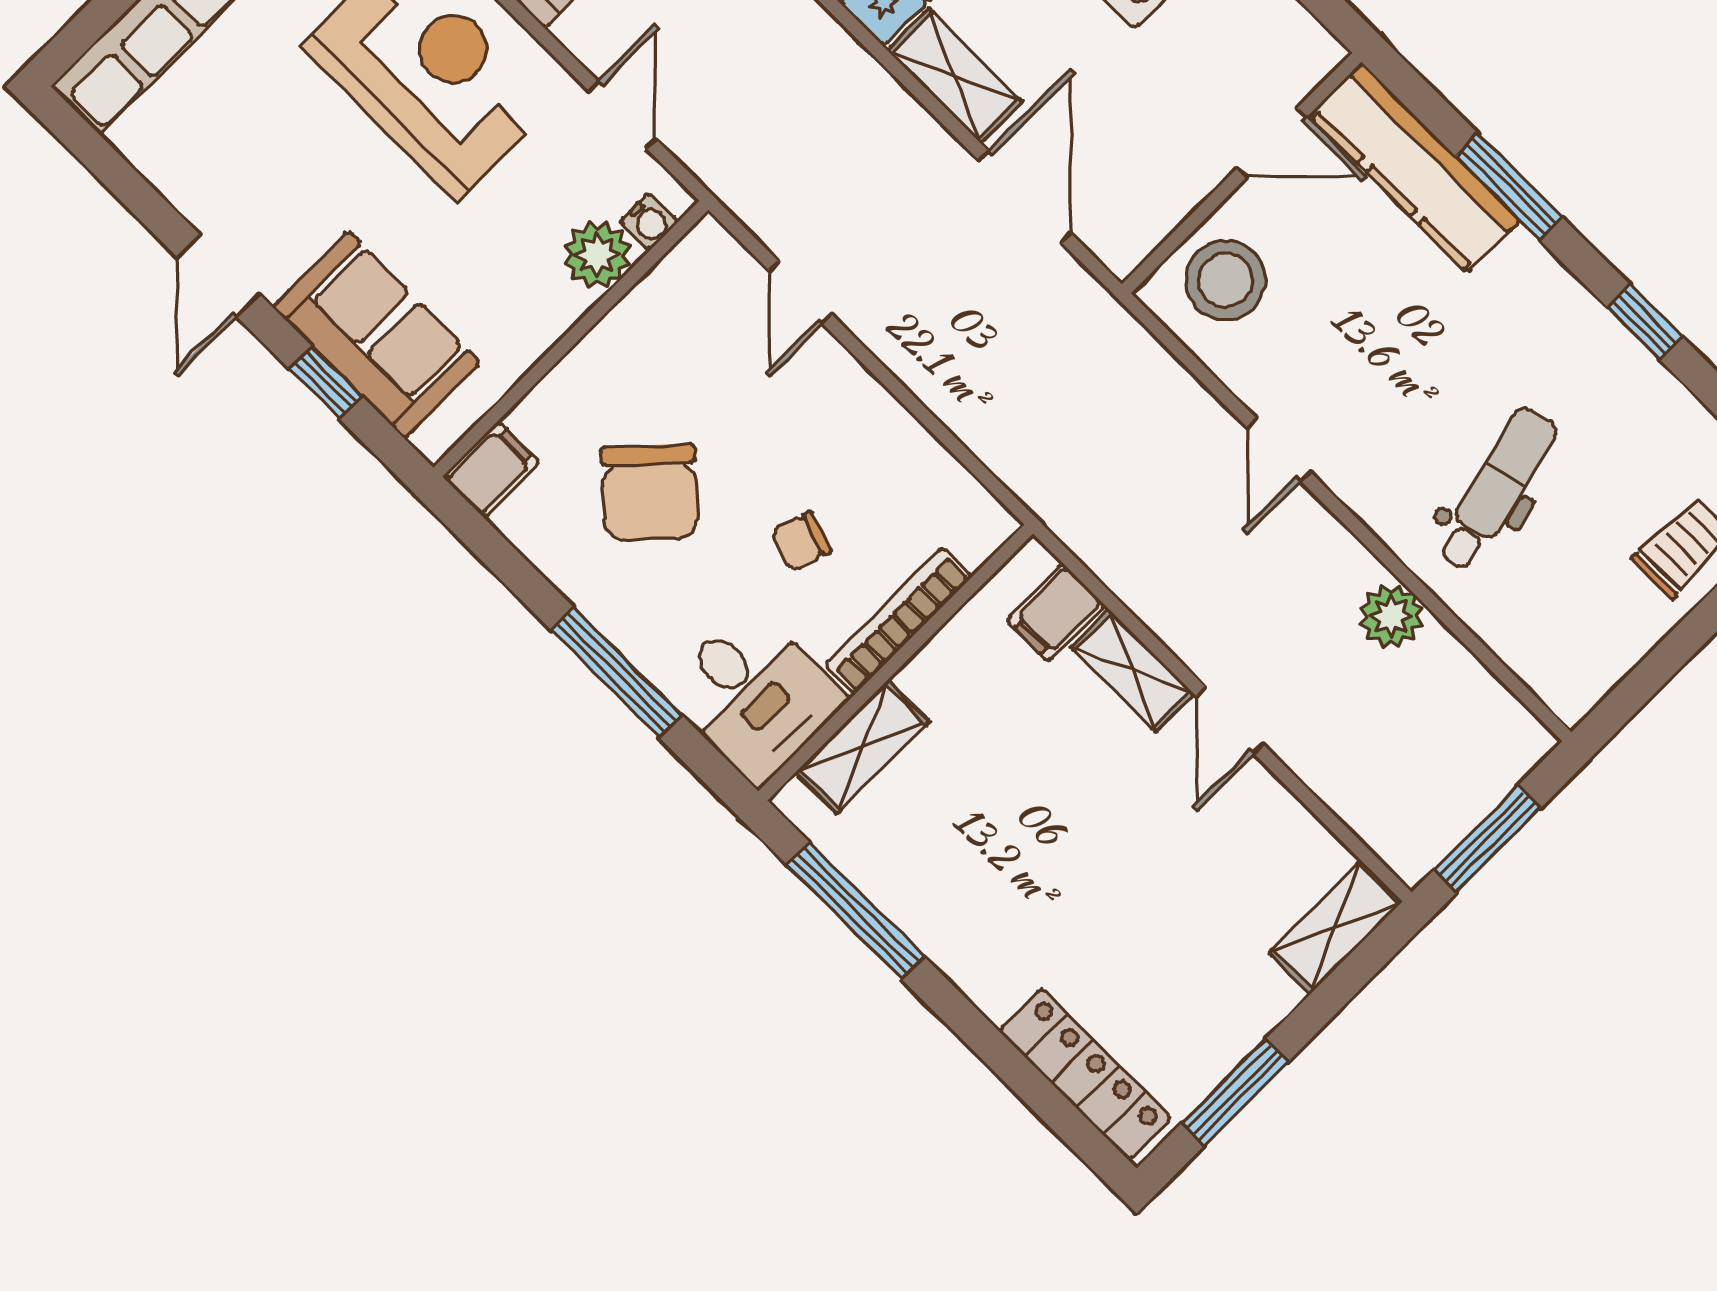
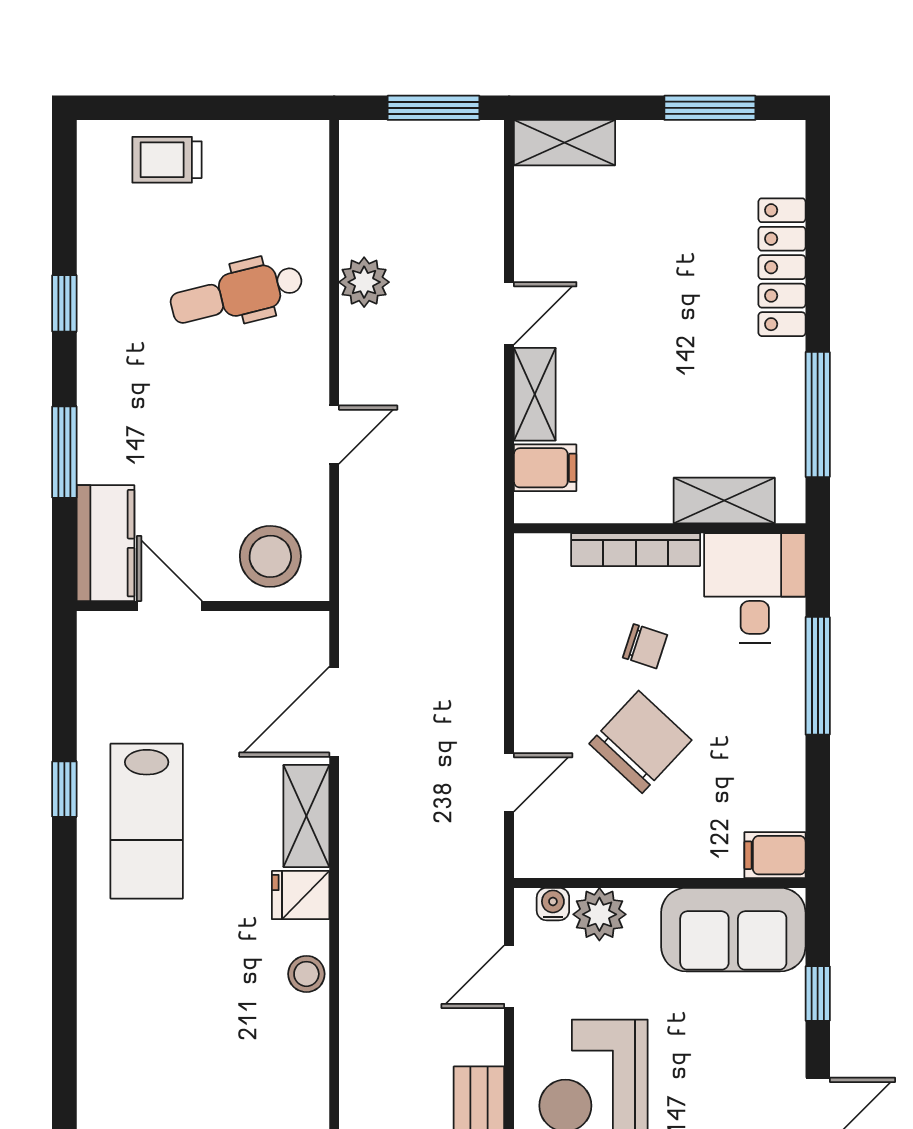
kitchen counter: (1415, 168) -> (106, 543), width x0.67
sofa: (376, 335) -> (733, 930), moved, turned -90
chair: (650, 492) -> (640, 742), moved
locker: (1085, 1074) -> (782, 267), moved

